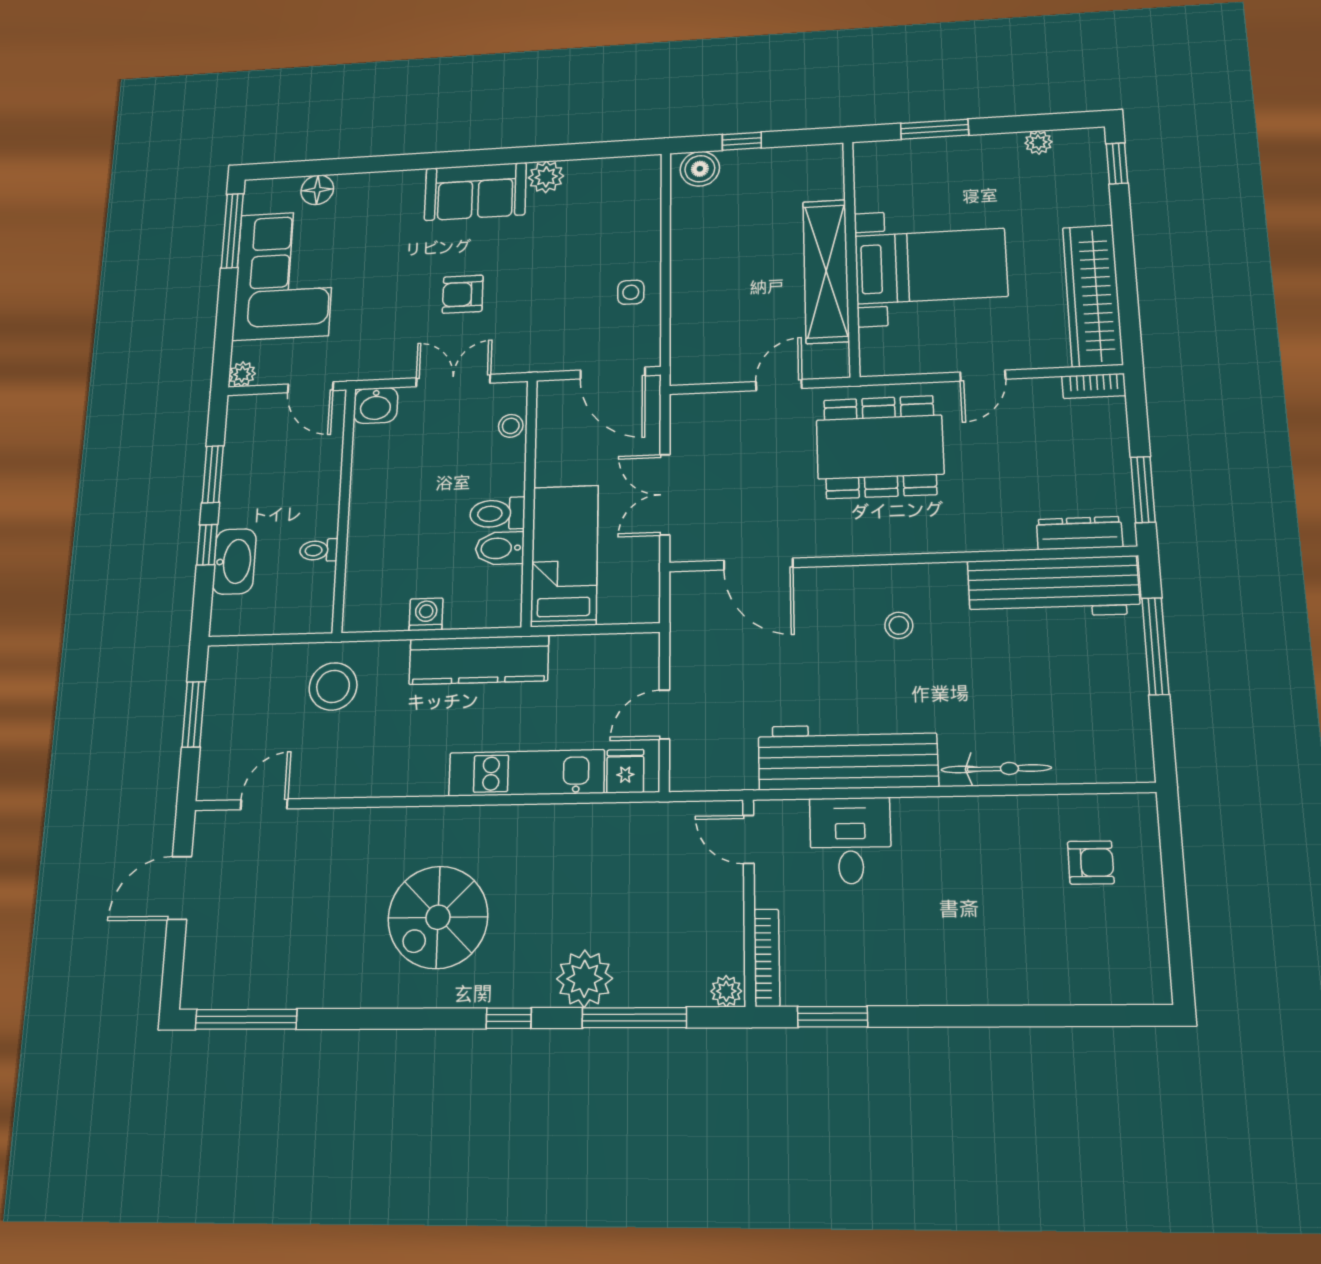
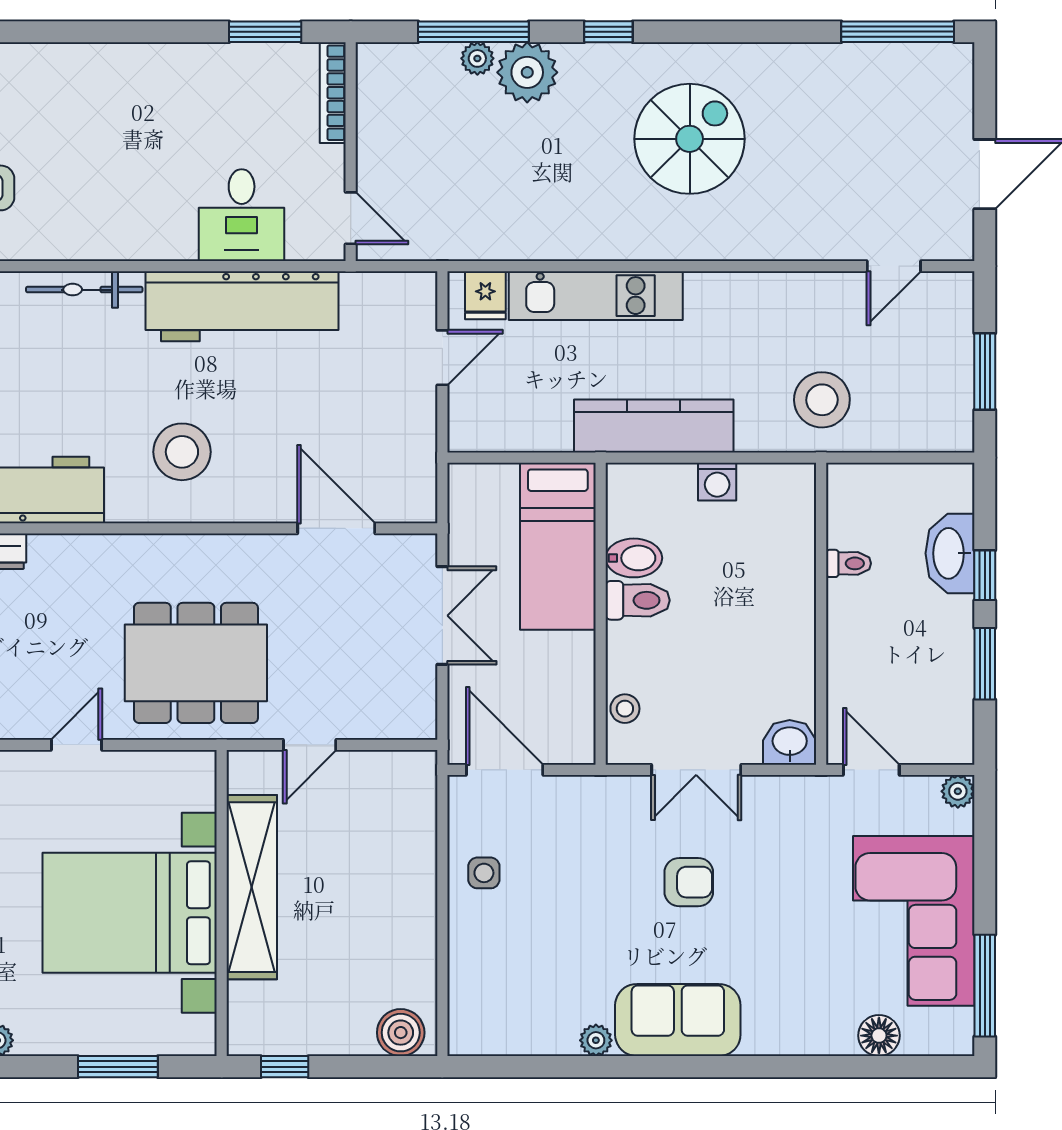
window: (742, 141) -> (285, 1067), moved
plant: (546, 177) -> (596, 1040), width x0.73, depth x0.73
bed with nightstands: (931, 266) -> (130, 913), width x1.36
stool: (899, 625) -> (182, 452), width x1.89, depth x1.89
plant: (726, 991) -> (477, 58), moved

